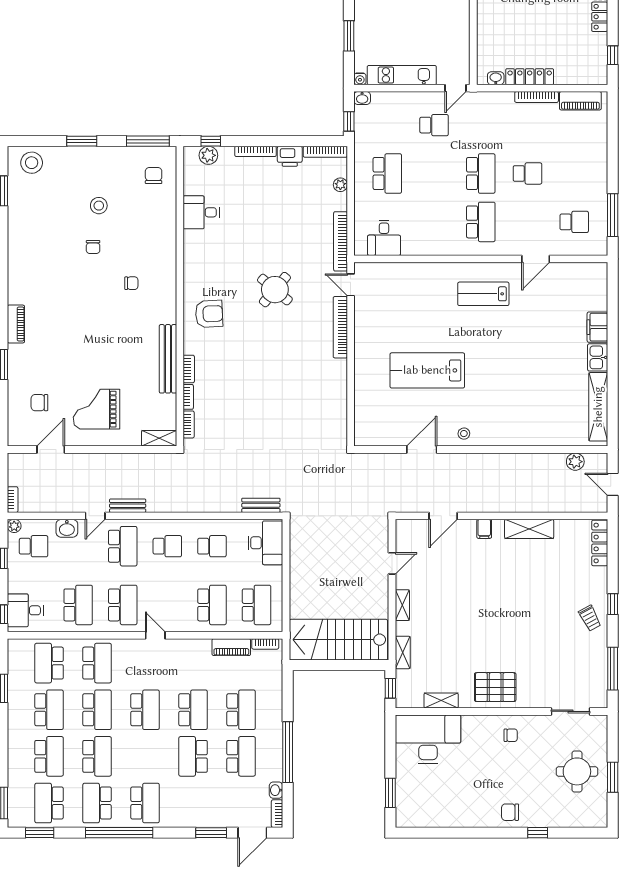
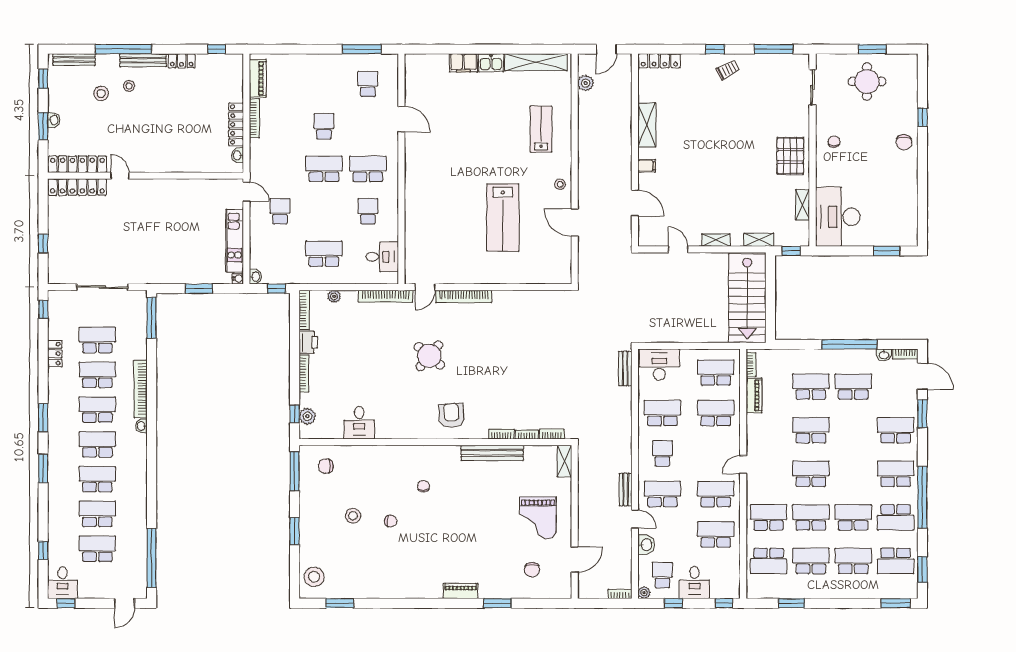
school desk: (434, 222) -> (368, 211), added
lab bench: (483, 294) -> (541, 129), moved, turned 180
door: (51, 450) -> (575, 559), swing flipped
school desk: (212, 546) -> (662, 413), width x1.85
desk: (25, 610) -> (695, 583), moved
school desk: (193, 756) -> (896, 430), moved, turned 180

